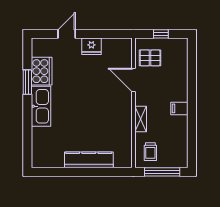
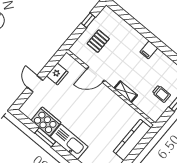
door: (133, 80) -> (95, 75), moved
wall: (133, 103) -> (111, 87), moved
shelving: (141, 119) -> (126, 92), moved

